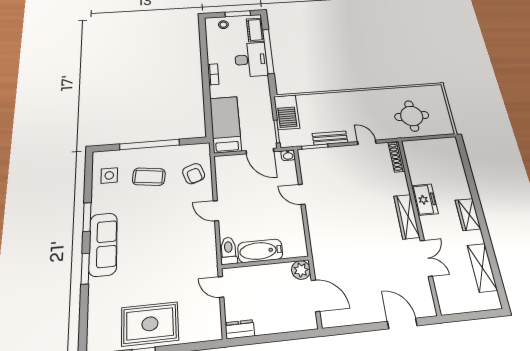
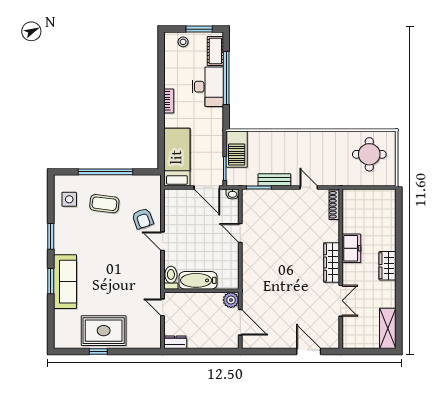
round table: (412, 116) -> (369, 154), moved
armchair: (194, 174) -> (143, 219), moved
sofa: (103, 244) -> (65, 282), moved
shelving: (482, 268) -> (388, 328), moved

